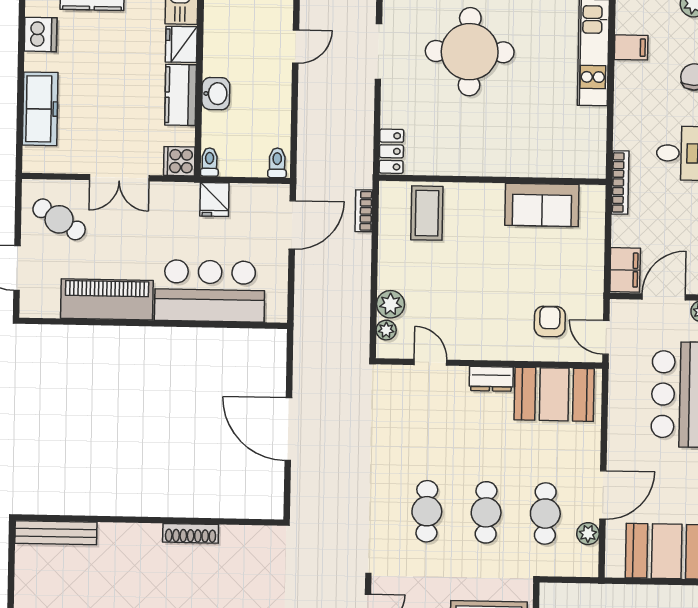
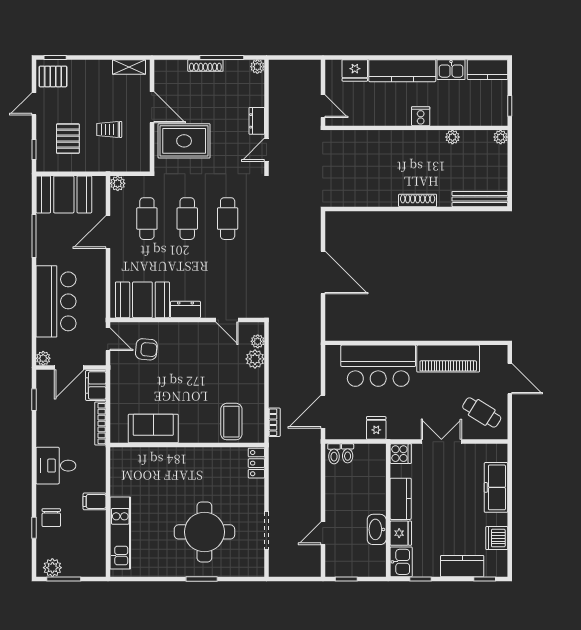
filing cabinet: (631, 47) -> (95, 501), moved
washbasin: (216, 94) -> (377, 529), moved, width x1.38
toilet: (209, 162) -> (348, 453), moved
bookcase: (620, 182) -> (100, 424), moved
armchair: (550, 321) -> (146, 349), turned -85
shoe rack: (191, 533) -> (418, 200), moved
plant: (588, 534) -> (118, 183), moved

